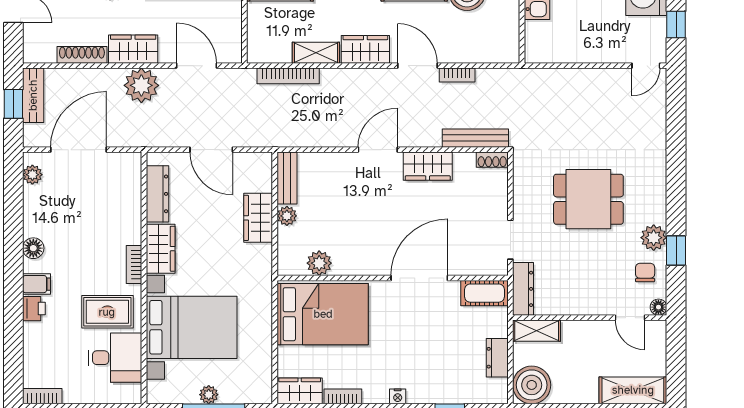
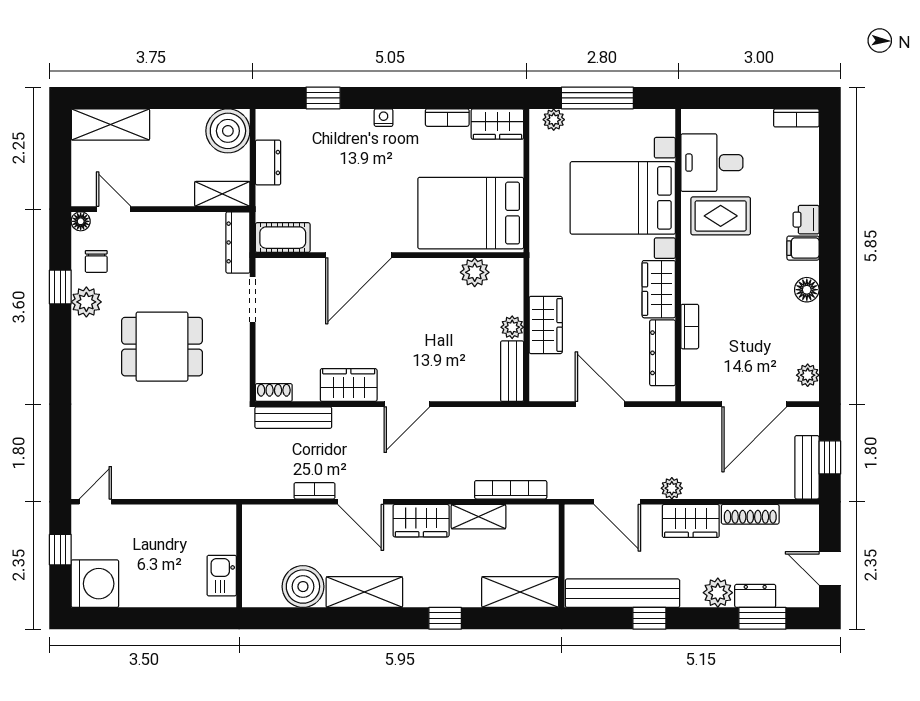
plant: (141, 85) -> (672, 488), width x0.53, depth x0.53
bookcase: (134, 265) -> (690, 327), moved
plant: (209, 395) -> (554, 120), moved

